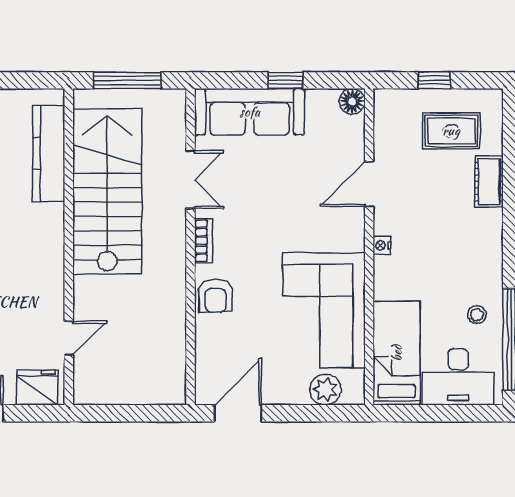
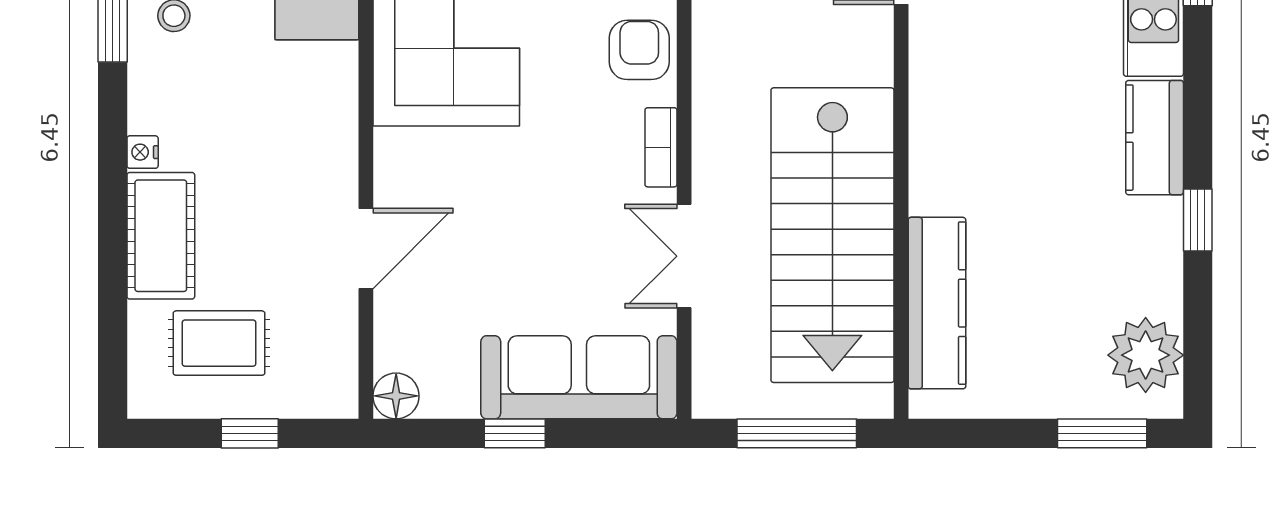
cot: (489, 182) -> (161, 236), width x1.37, depth x1.34
nightstand: (382, 246) -> (143, 152), moved, turned 180

